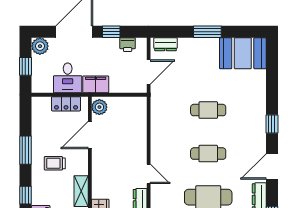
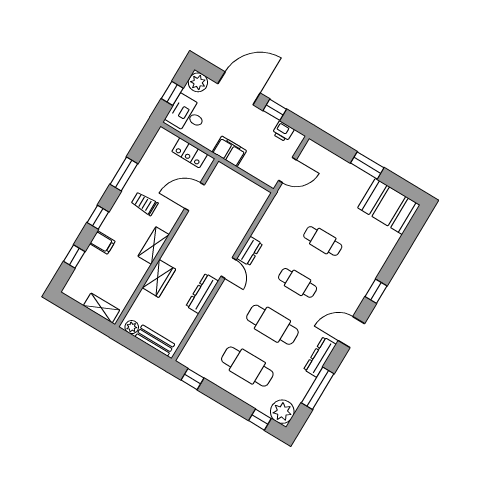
dresser: (166, 44) -> (250, 251), moved, turned -90
desk: (68, 78) -> (187, 115), moved, turned 90
plant: (99, 107) -> (220, 175), removed

